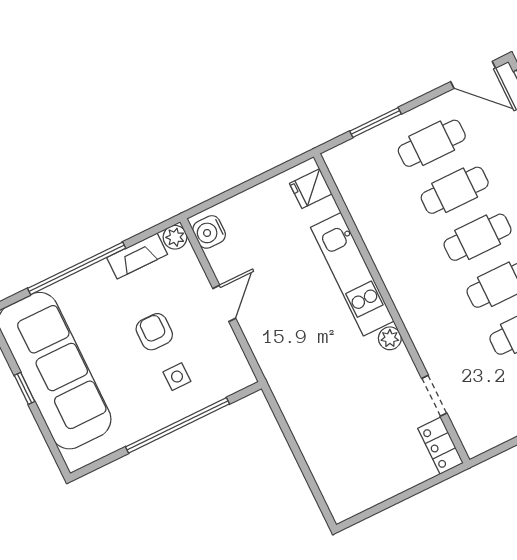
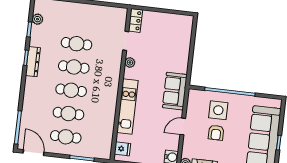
plant: (390, 338) -> (130, 63), moved
sofa: (282, 360) -> (175, 91), added
side table: (177, 377) -> (218, 110), width x1.87, depth x1.87

